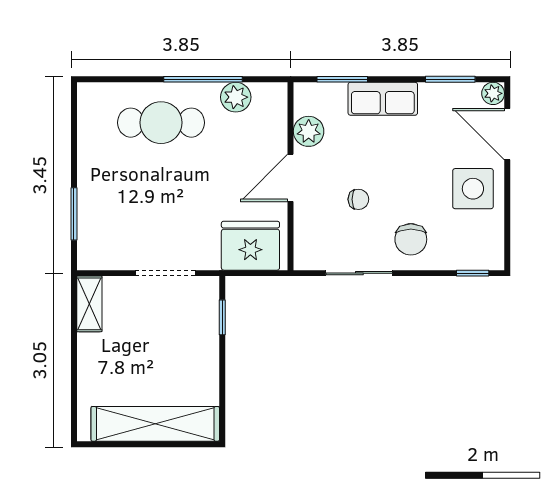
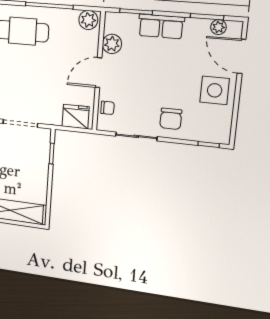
plant: (493, 93) -> (218, 27), moved
plant: (236, 97) -> (88, 20), moved
chair: (358, 199) -> (107, 108), moved
fridge: (250, 246) -> (75, 117), width x0.73, depth x0.75

